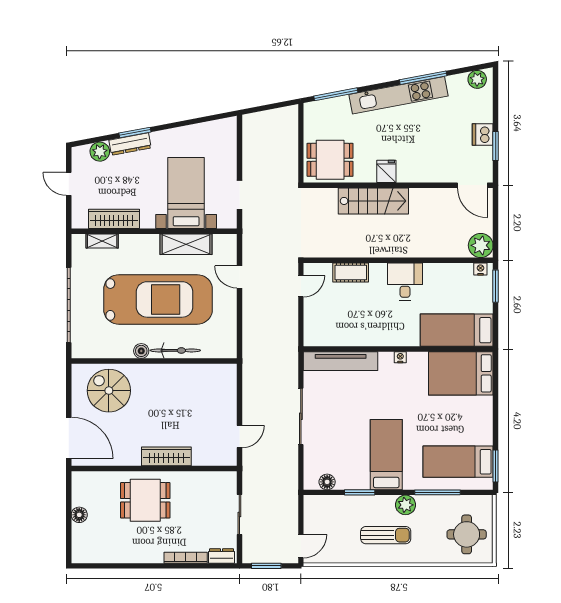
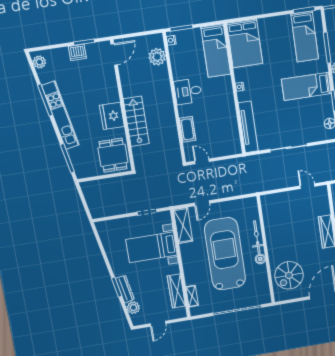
fridge: (386, 171) -> (112, 116), width x1.88, depth x1.34
shelving: (186, 244) -> (183, 225), moved
plant: (481, 245) -> (157, 57), moved

